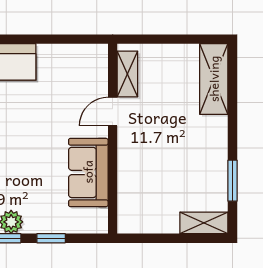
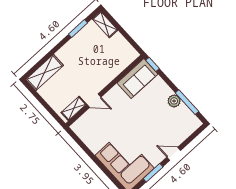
sofa: (88, 172) -> (137, 79), moved
window: (51, 238) -> (152, 64), moved

